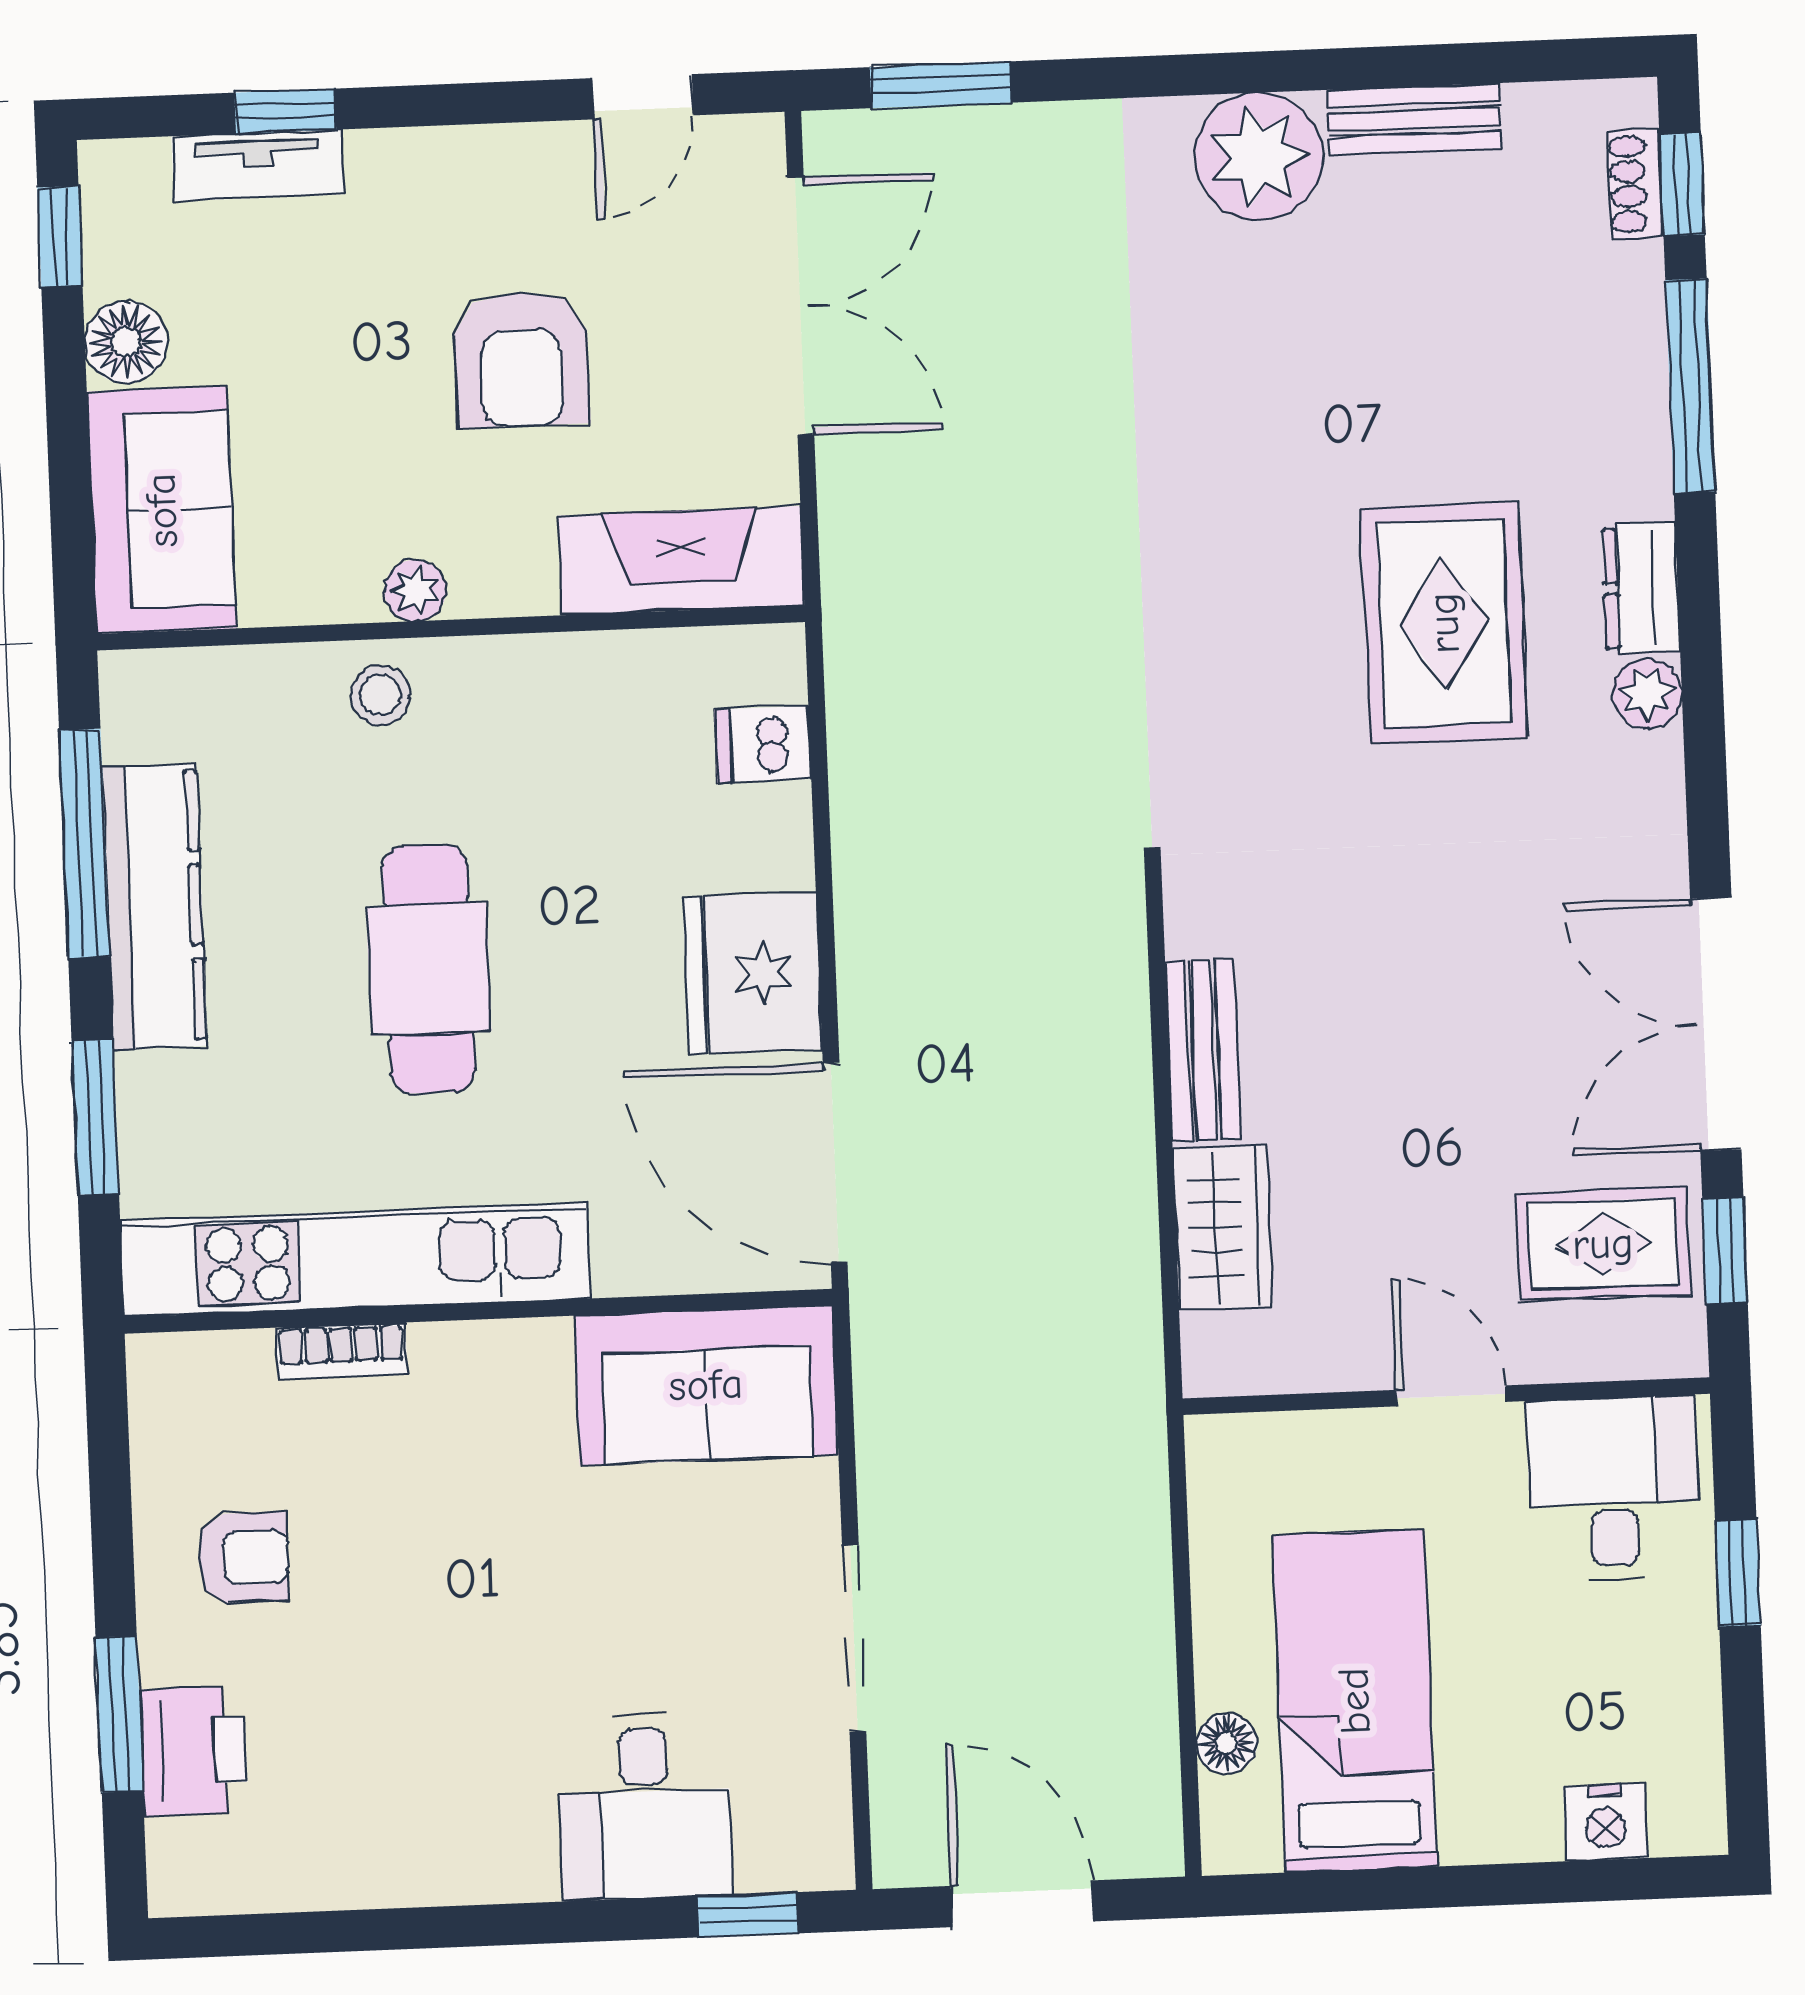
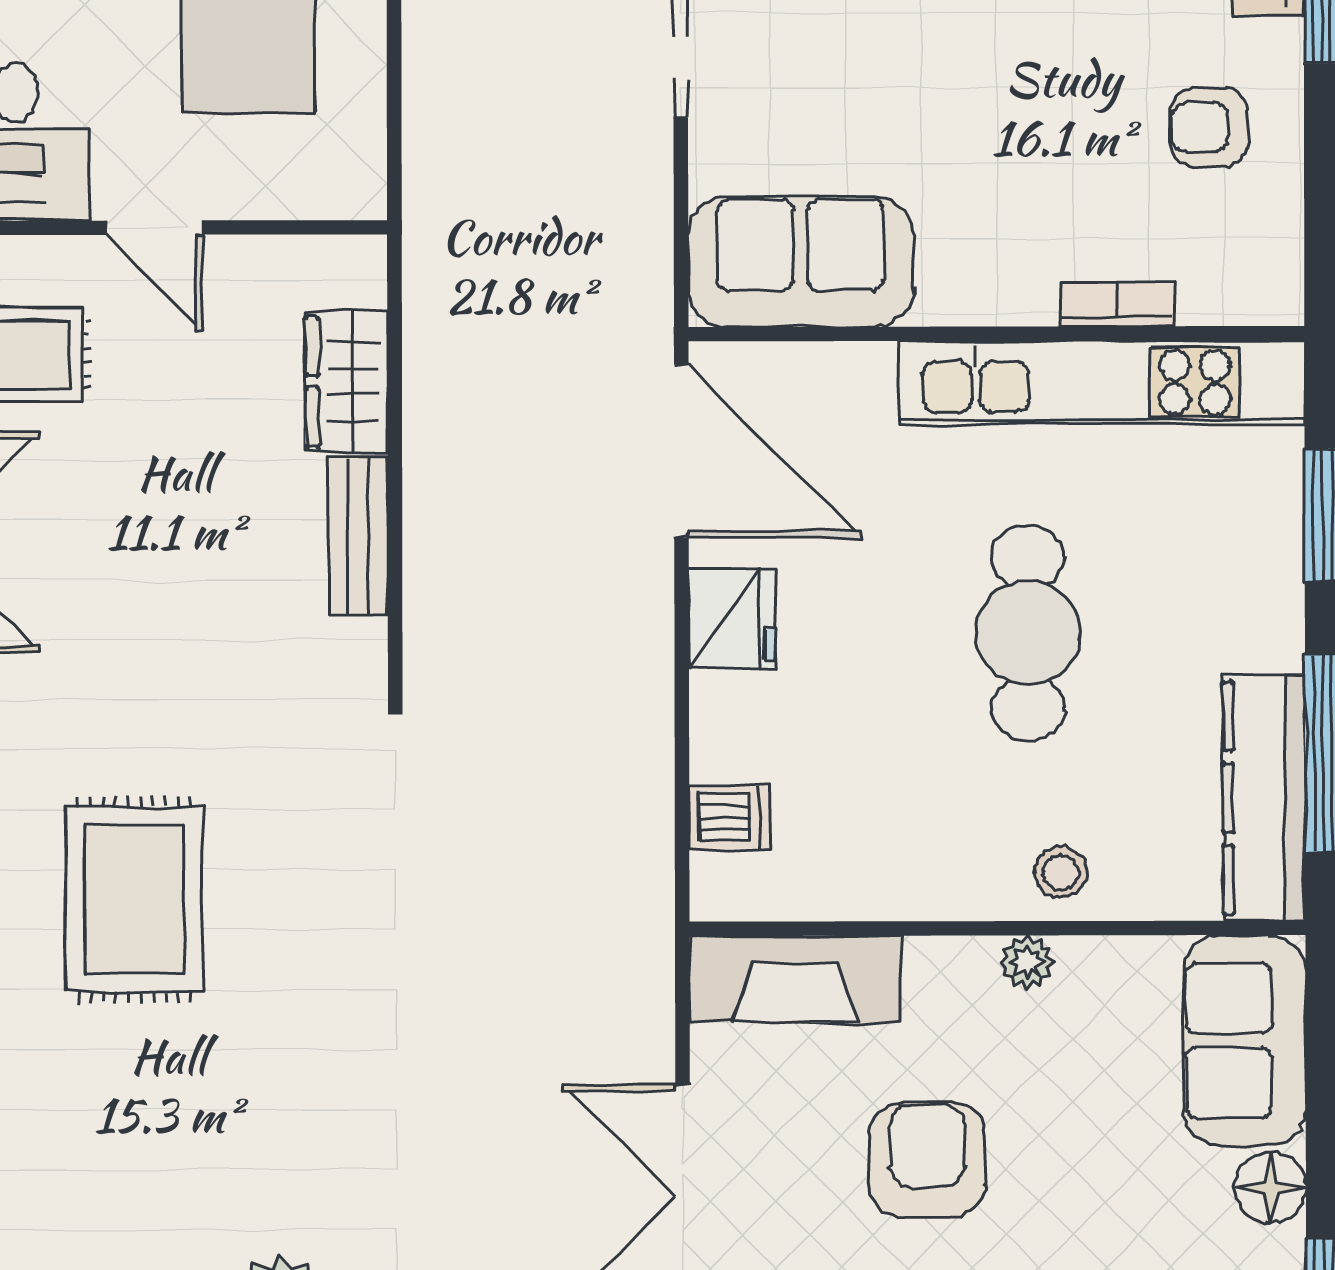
kitchen counter: (155, 906) -> (1264, 798), moved
fridge: (752, 973) -> (732, 618), width x0.73, depth x0.75

